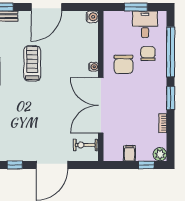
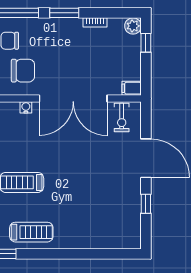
filing cabinet: (129, 153) -> (132, 88), moved

